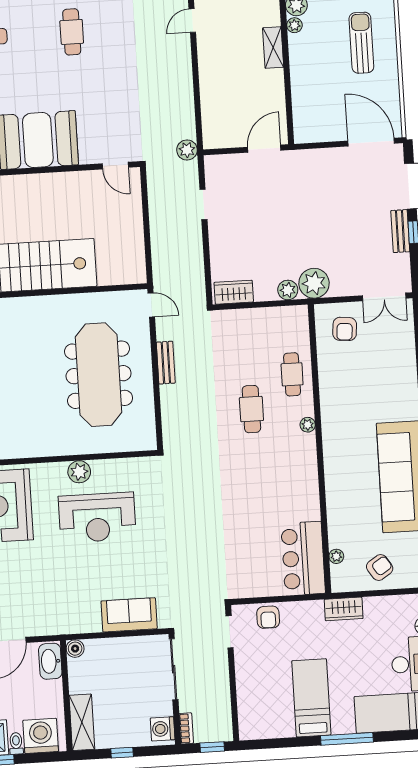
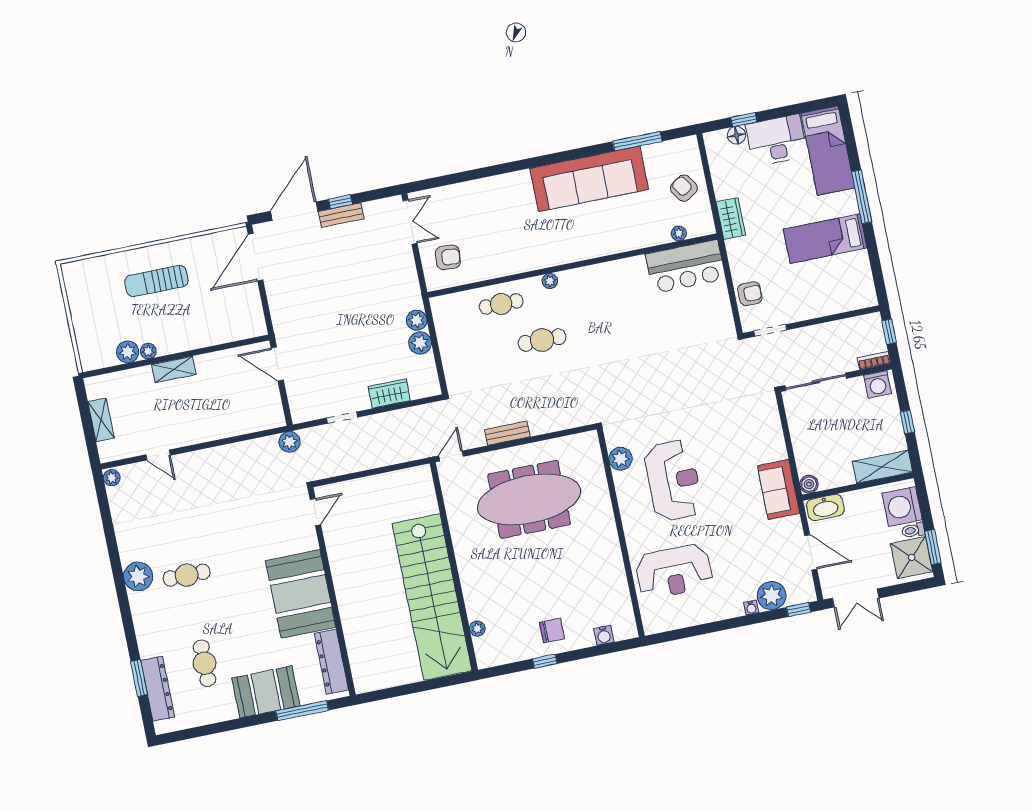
plant: (314, 283) -> (420, 343), moved, width x0.73, depth x0.73
wardrobe: (234, 292) -> (389, 393), moved, turned 90
plant: (79, 472) -> (620, 459), moved
sofa: (129, 615) -> (779, 490), moved

